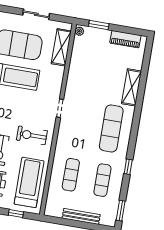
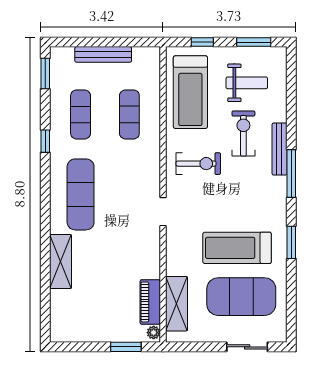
sliding door: (36, 14) -> (247, 347), moved
piano: (125, 39) -> (150, 302), moved, turned -90

